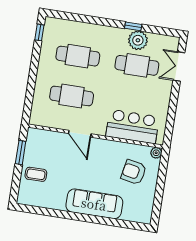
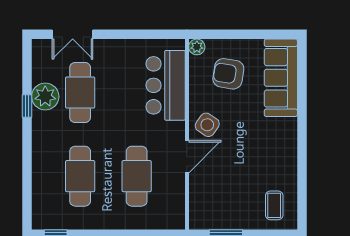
side table: (100, 152) -> (207, 125), added
armchair: (134, 172) -> (228, 74), turned 88
coffee table: (36, 174) -> (274, 205), moved
sofa: (94, 204) -> (281, 78), moved

